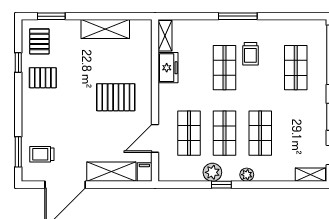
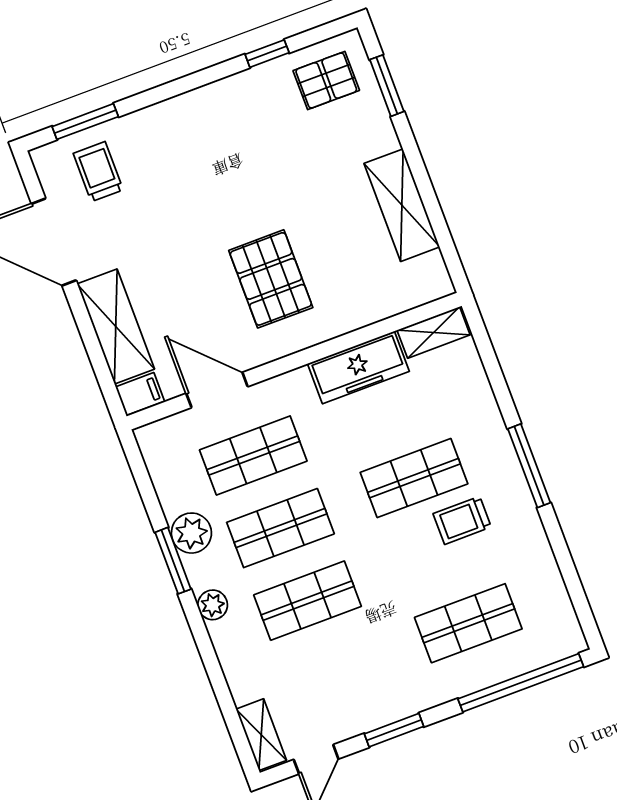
freezer: (168, 68) -> (358, 367), width x1.40
pallet: (43, 78) -> (255, 115), removed
window: (221, 185) -> (173, 561), width x1.50

